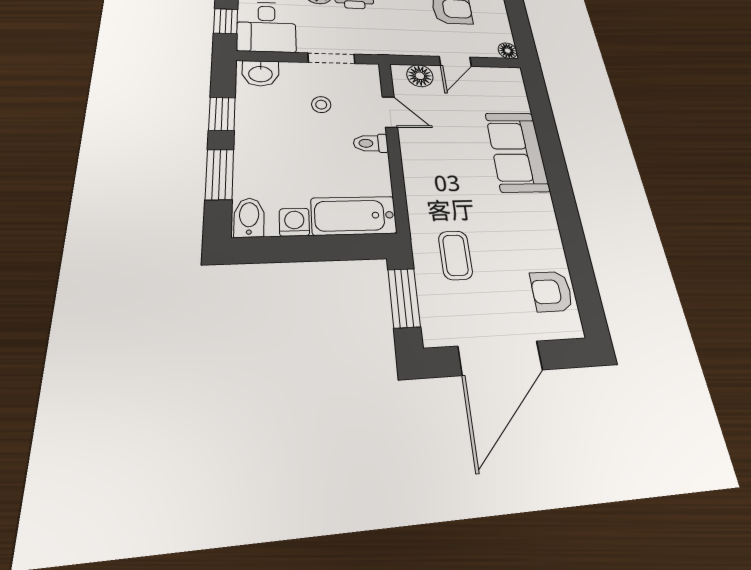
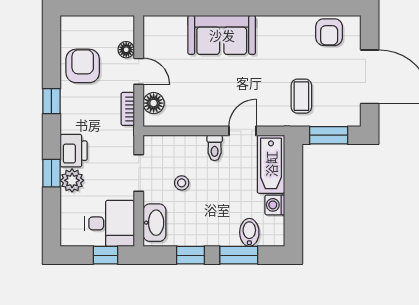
bookcase: (409, 49) -> (128, 109), added
floor lamp: (508, 51) -> (126, 50), moved
washbasin: (260, 73) -> (154, 223), width x1.38
door: (390, 112) -> (242, 131), moved
bidet: (249, 217) -> (249, 232), moved, turned 90
coffee table: (455, 255) -> (301, 96), turned 90

